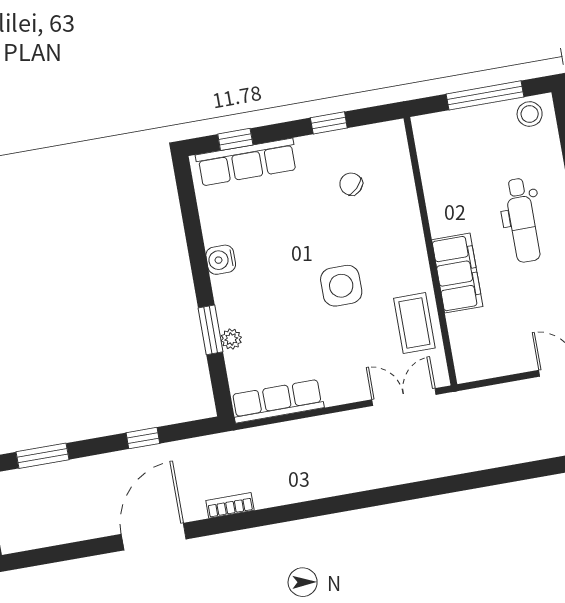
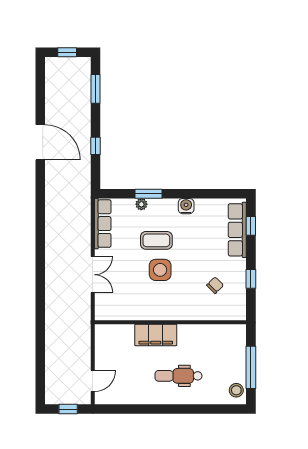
coffee table: (414, 323) -> (156, 240), moved
double door: (404, 397) -> (93, 275), moved
bookcase: (230, 505) -> (50, 187), removed

